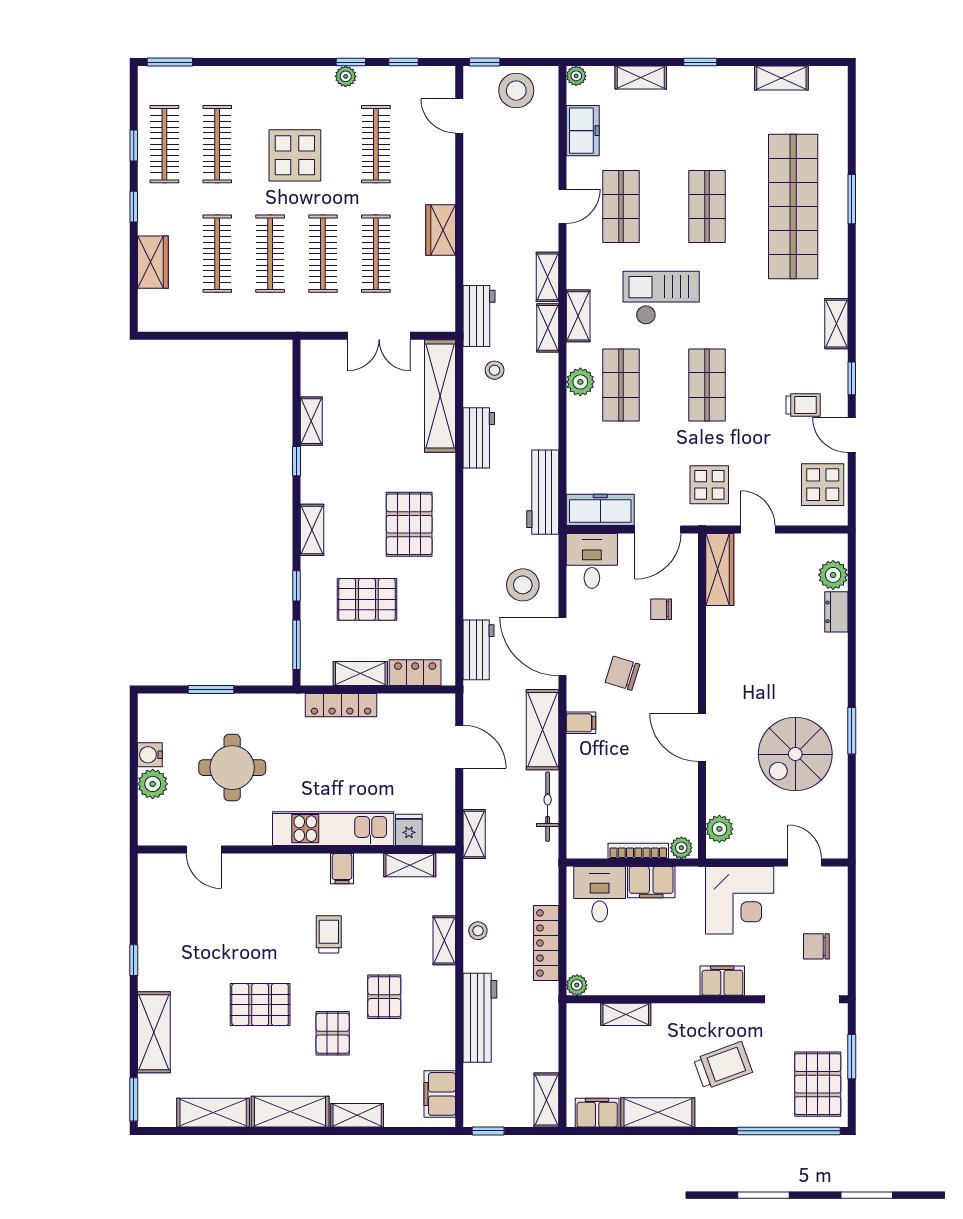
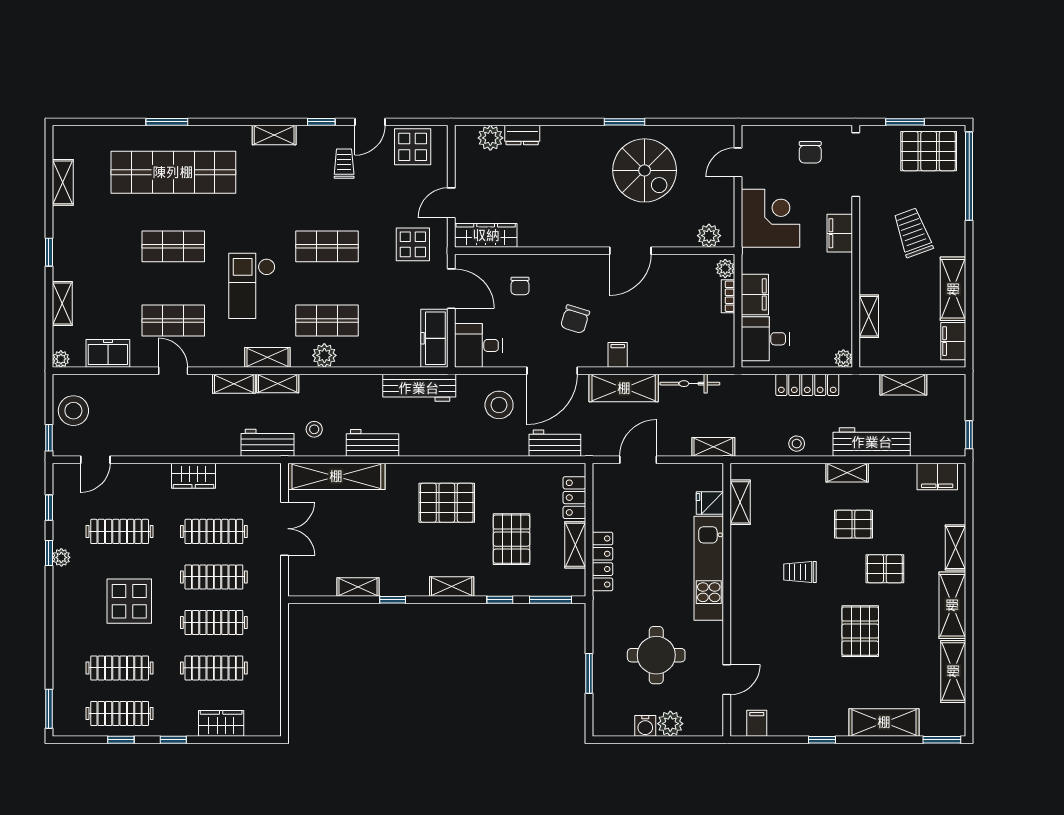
bookcase: (638, 851) -> (728, 296), width x0.64
filing cabinet: (342, 869) -> (757, 723), moved, turned -90
shelving: (444, 940) -> (847, 473), moved
shelving: (546, 1100) -> (903, 385), moved

